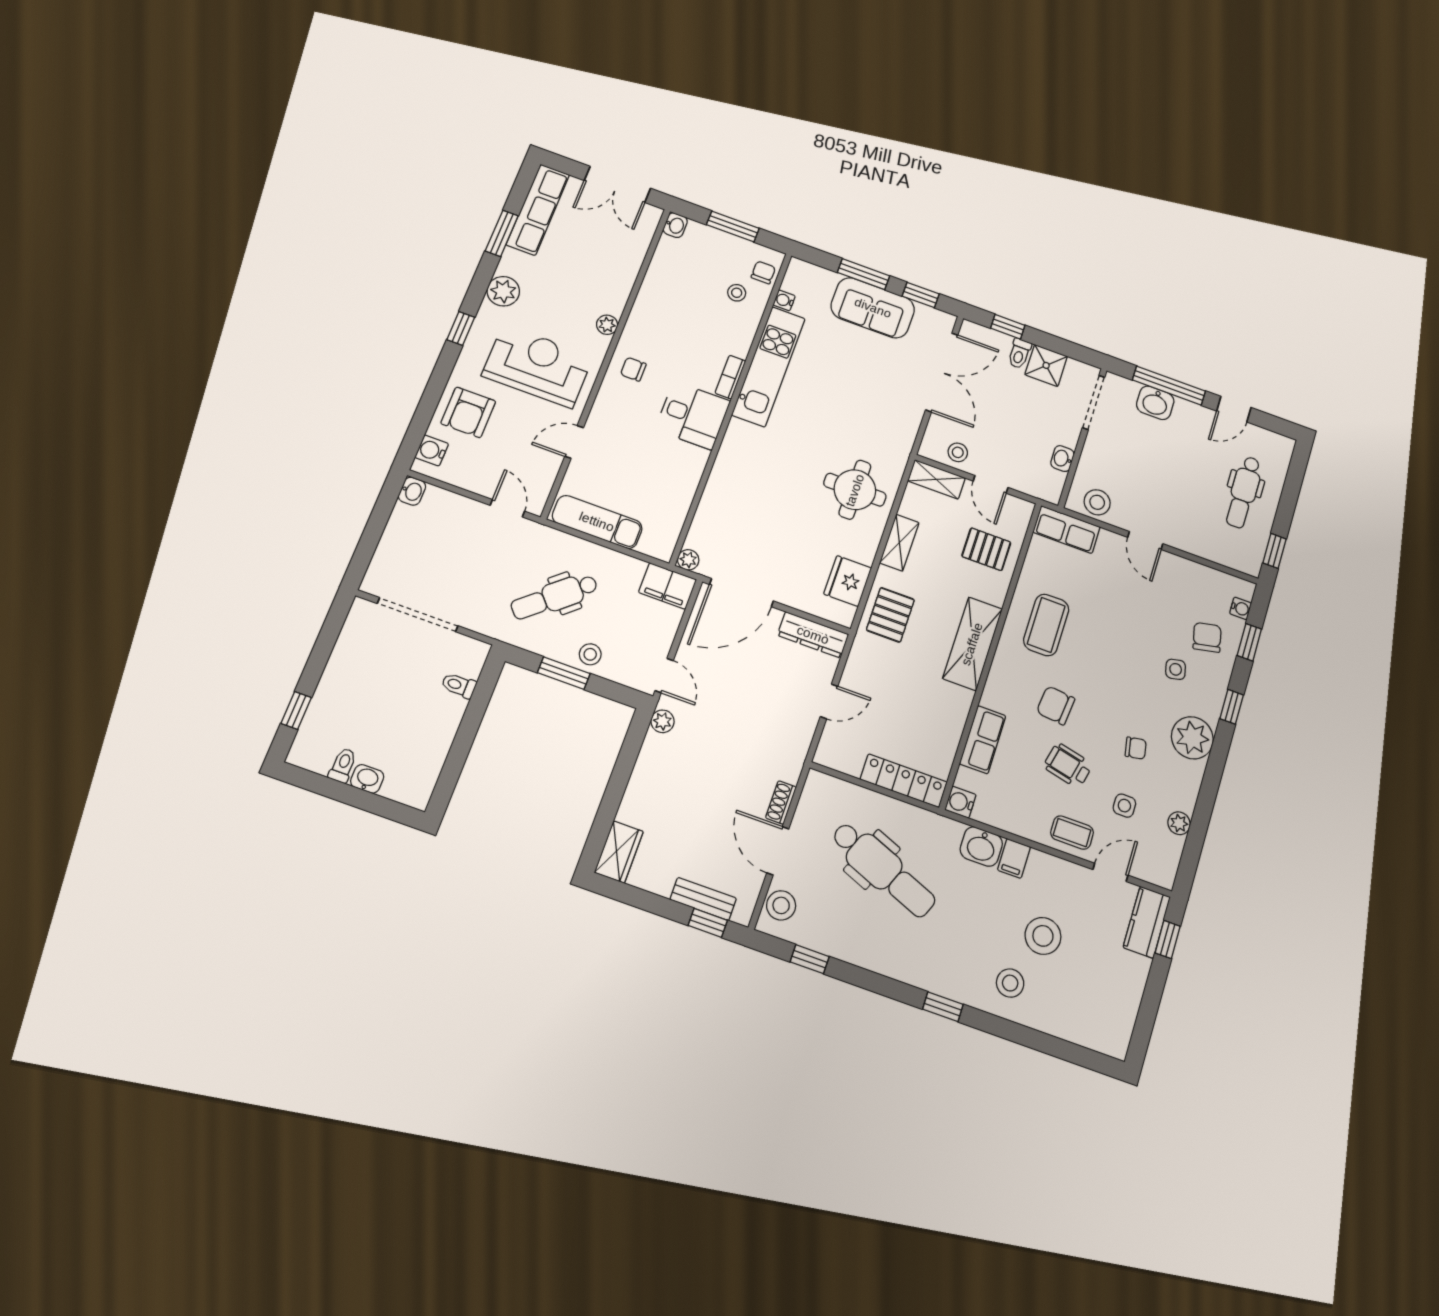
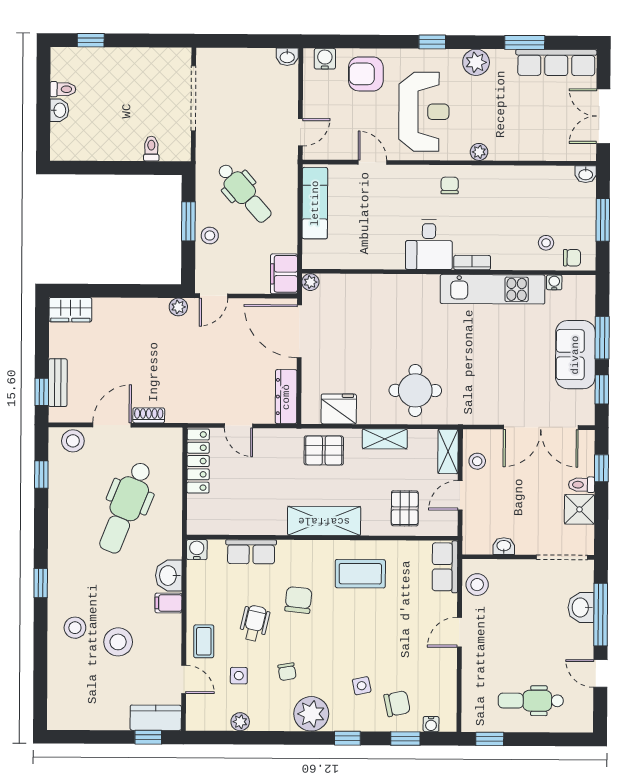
dental chair: (554, 597) -> (244, 193), turned 180
locker: (904, 781) -> (198, 461), moved

